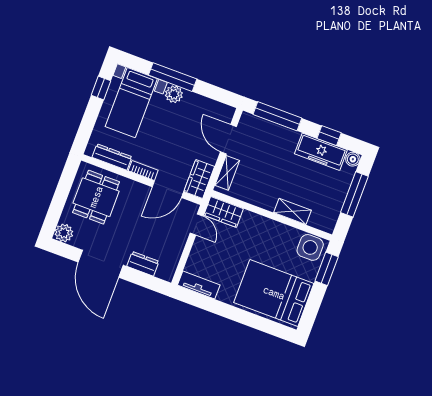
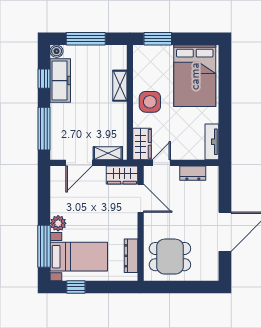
window: (173, 77) -> (44, 246), moved
bookcase: (143, 171) -> (132, 225), removed
plant: (64, 233) -> (210, 272), removed
side table: (310, 247) -> (150, 102), moved
dresser: (143, 264) -> (193, 173), moved, turned -90

